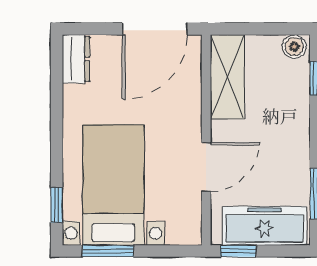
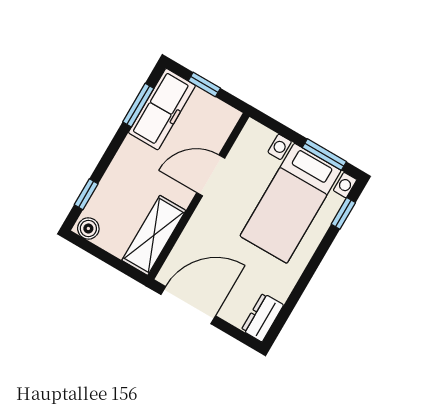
freezer: (264, 226) -> (162, 109), moved, turned -90
window: (238, 251) -> (204, 84), moved

